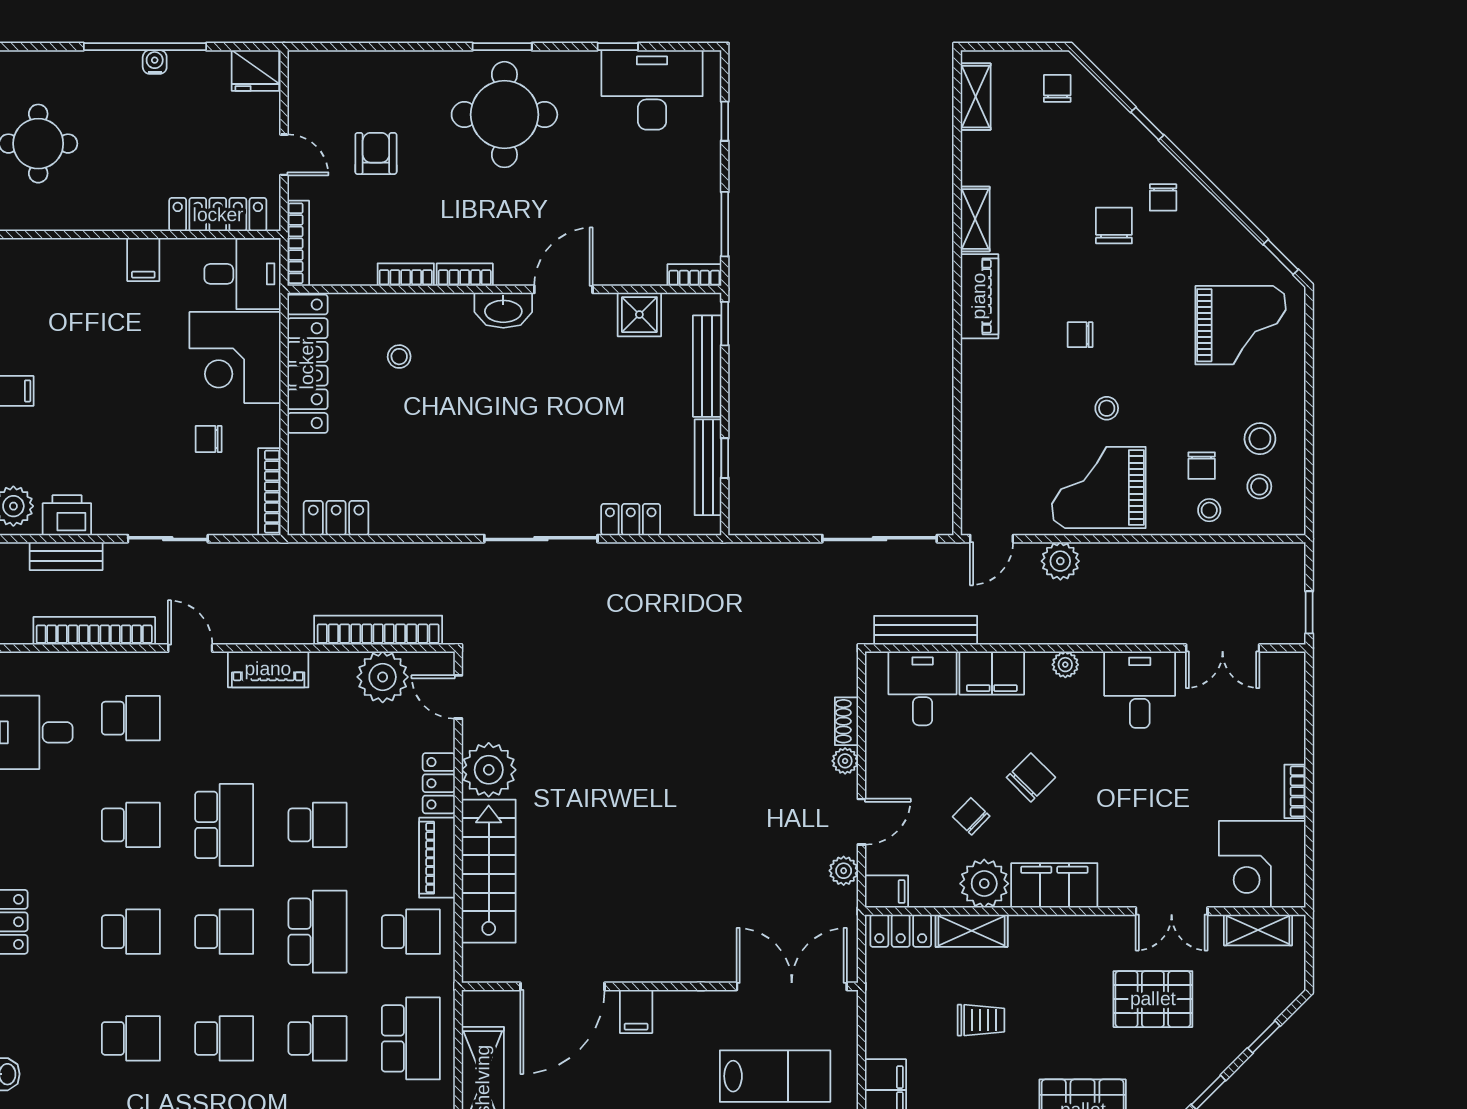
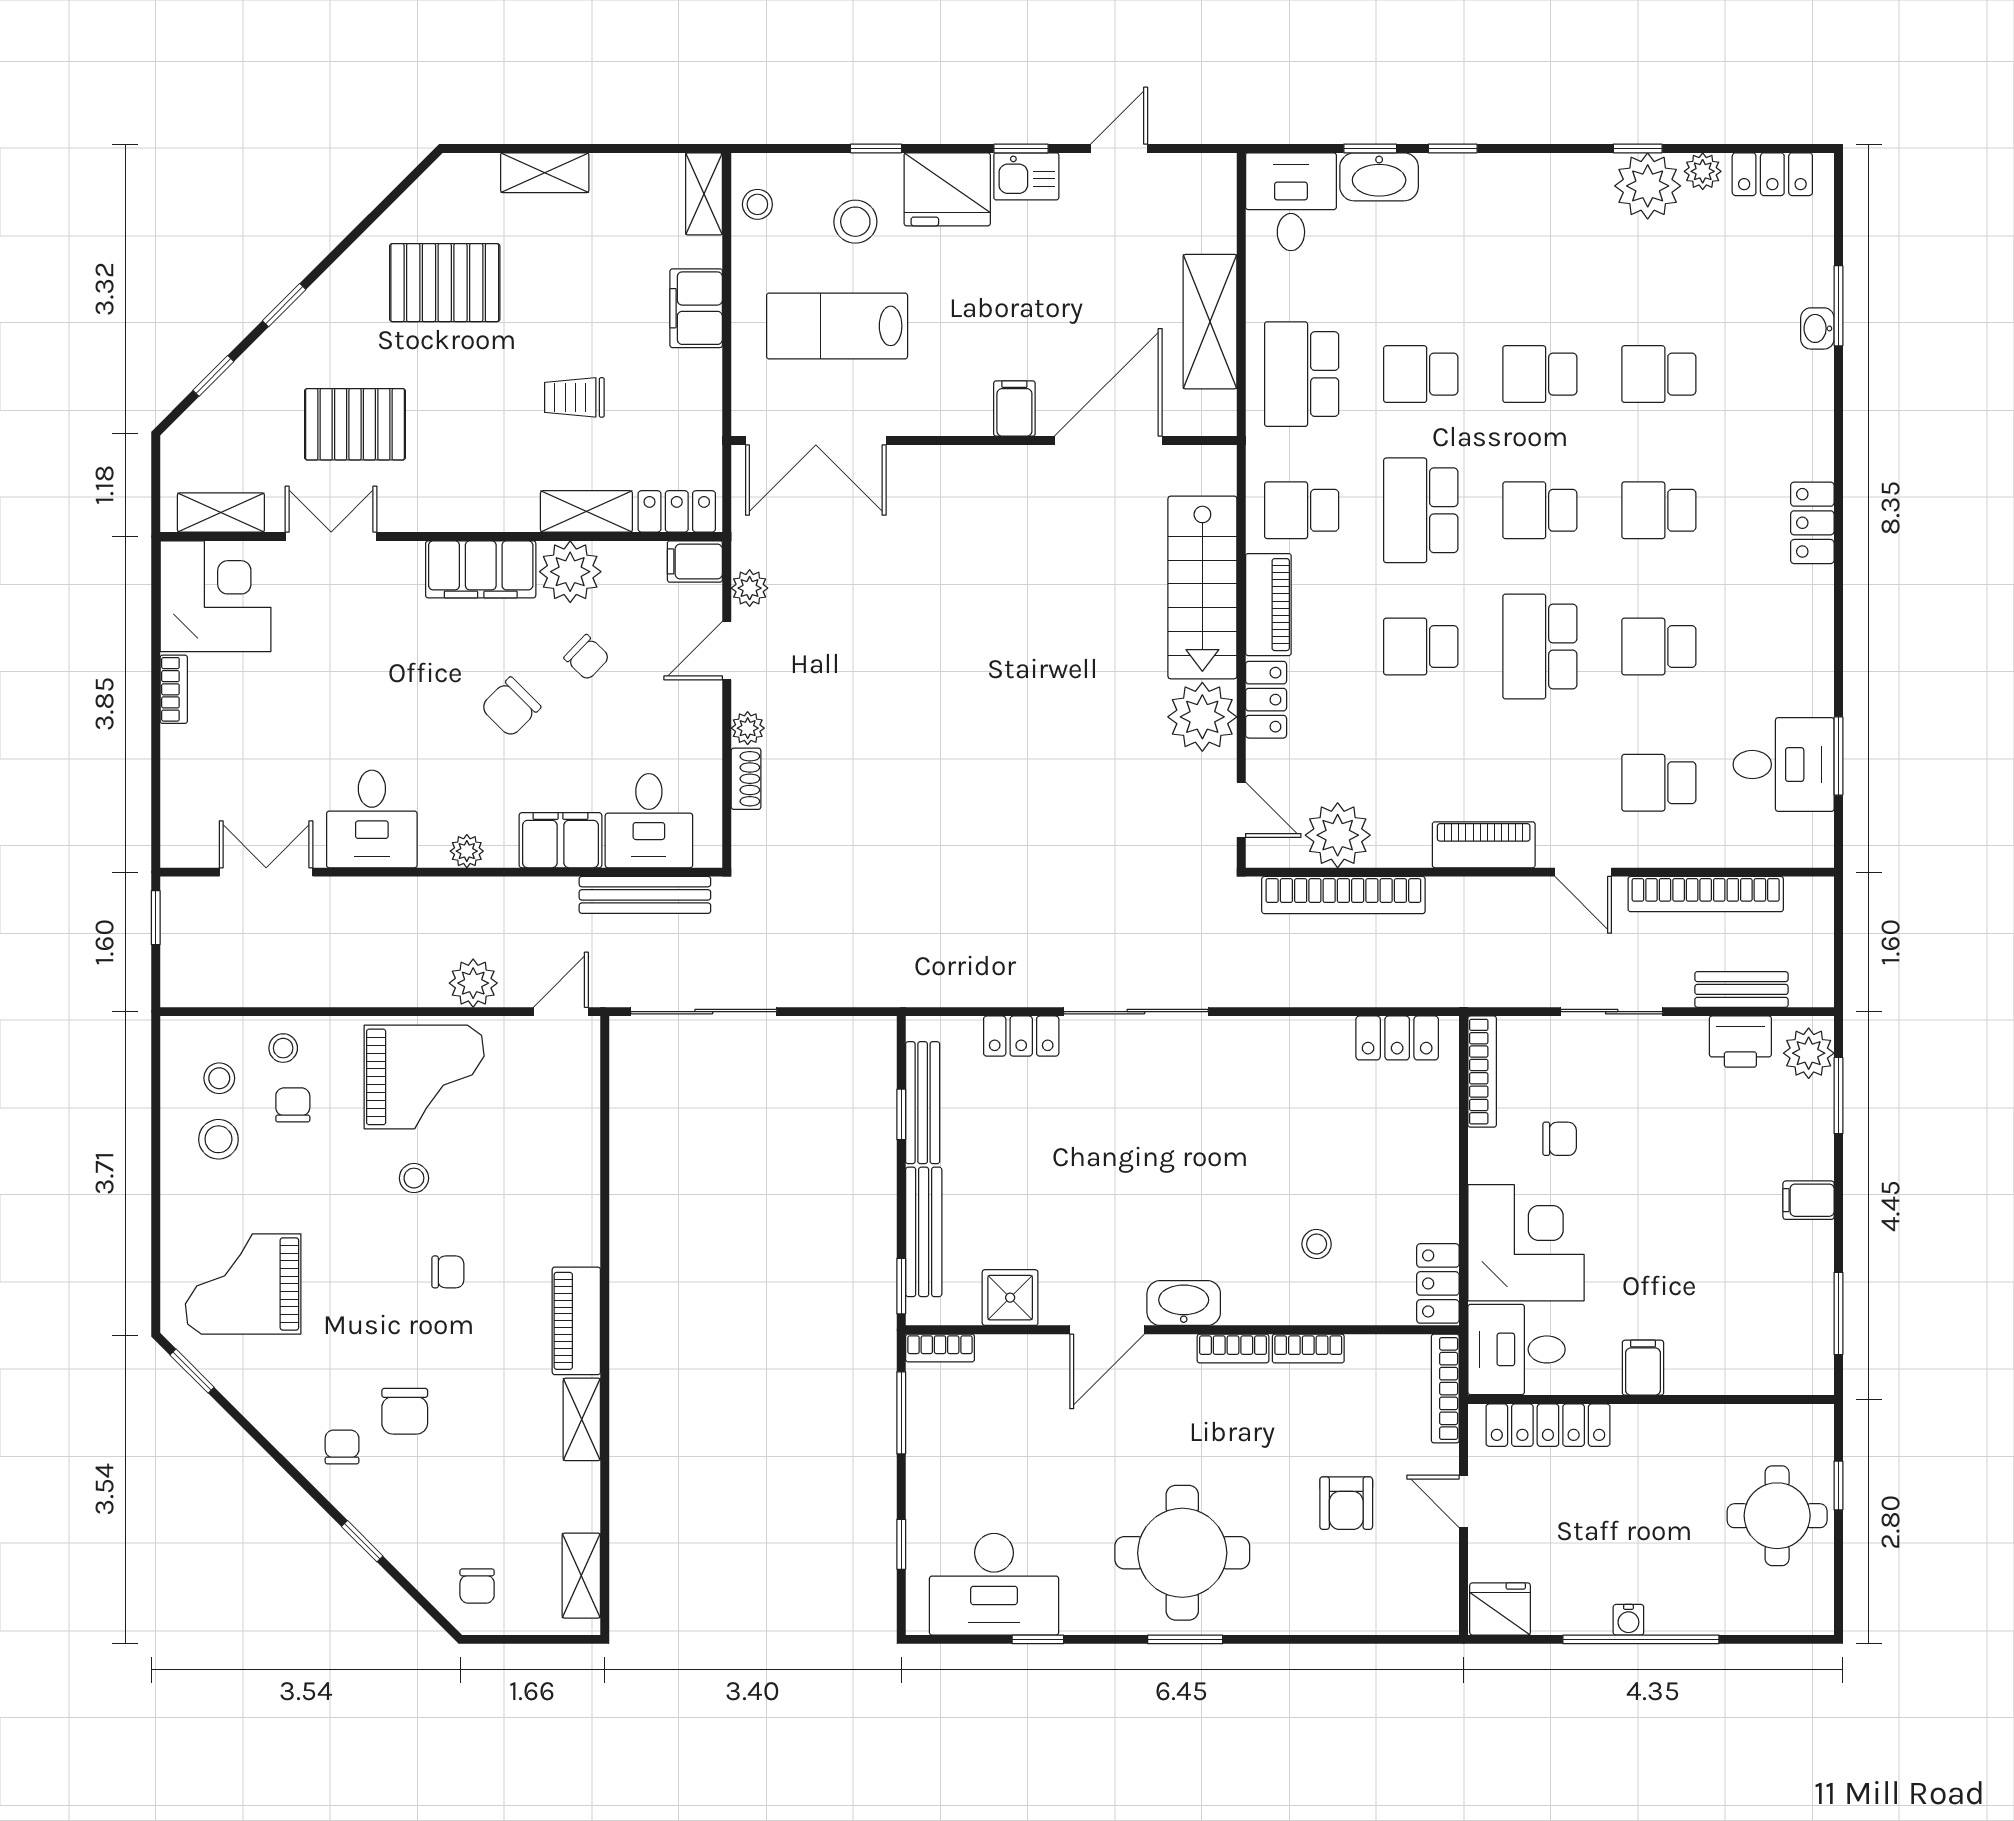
locker: (307, 364) -> (1438, 1283), width x0.46, depth x0.83

